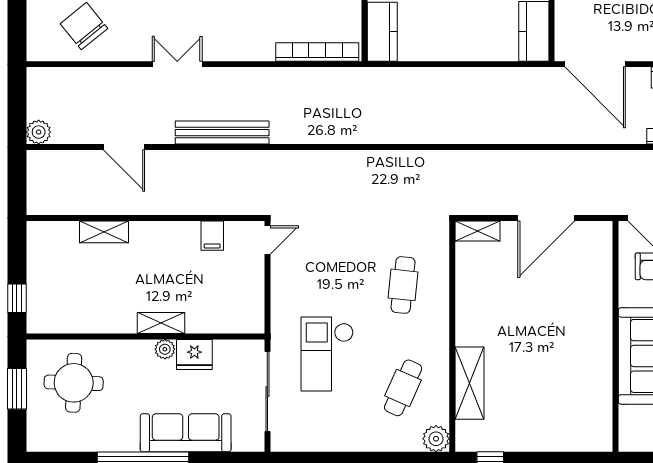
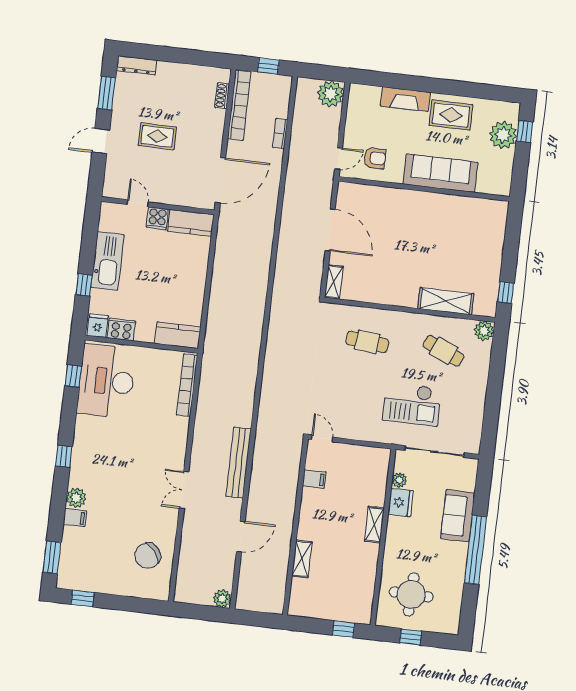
plant: (165, 349) -> (399, 480), moved
window: (17, 389) -> (411, 637), width x0.67
sofa: (186, 433) -> (458, 516), width x0.73

